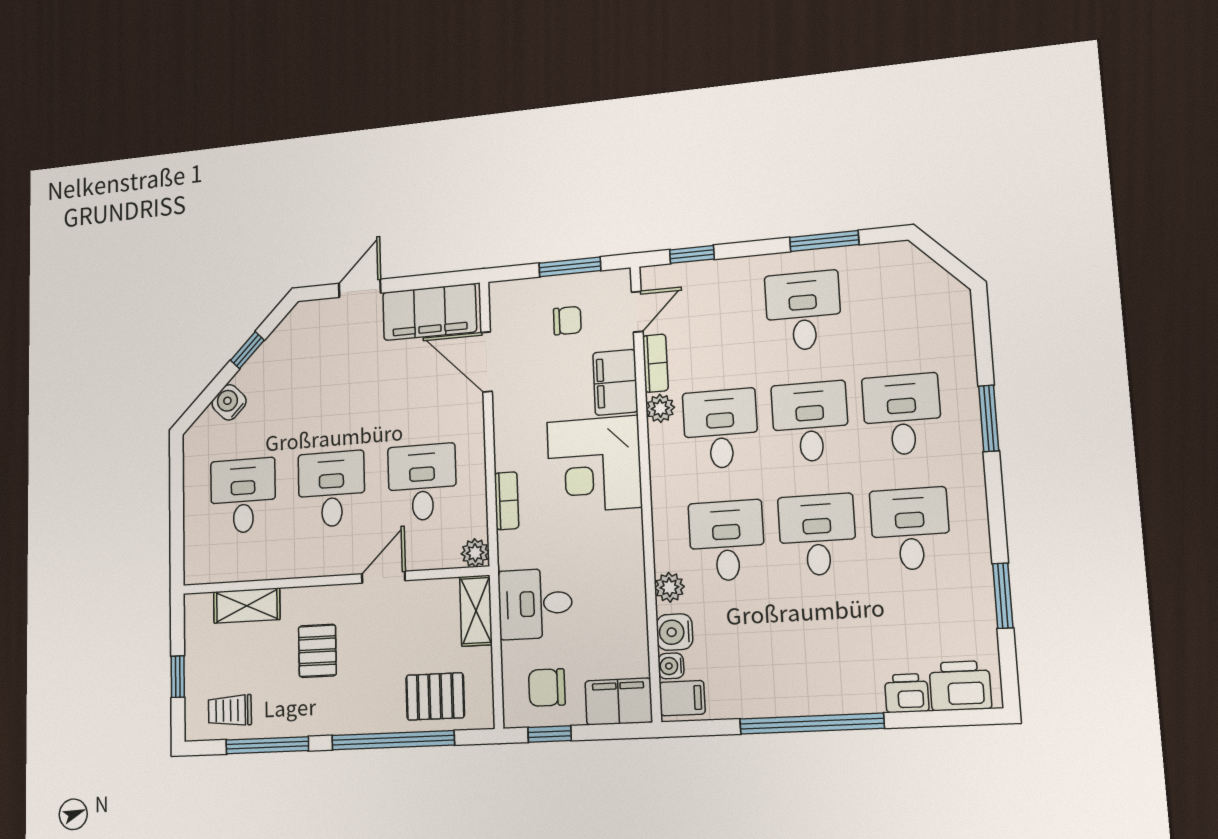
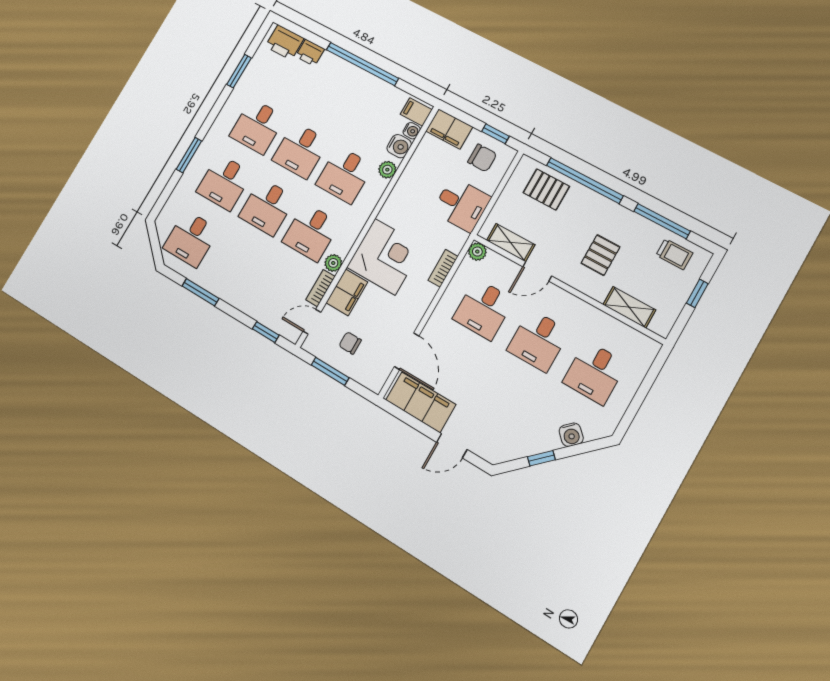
desk: (803, 311) -> (191, 239), moved
shelving: (476, 611) -> (511, 243), moved, turned 90

